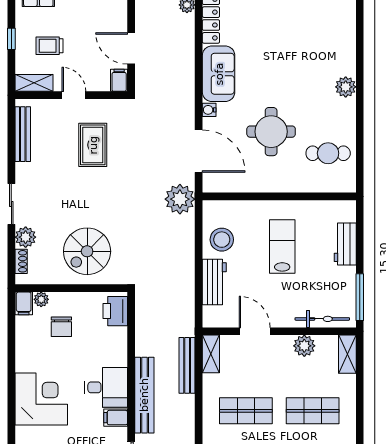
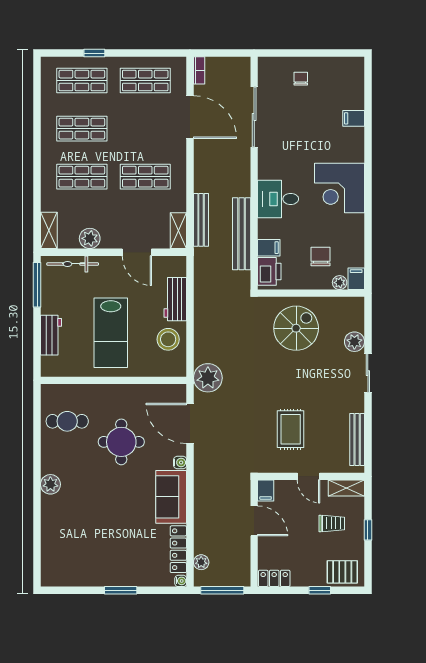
lab bench: (282, 247) -> (111, 333), width x1.36, depth x1.39
shoe rack: (21, 261) -> (359, 319), removed
bench: (144, 395) -> (242, 234), moved
filing cabinet: (116, 418) -> (269, 248), moved

